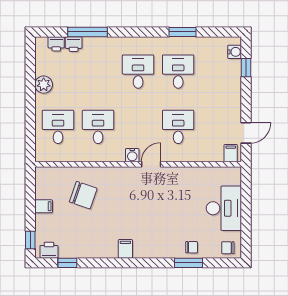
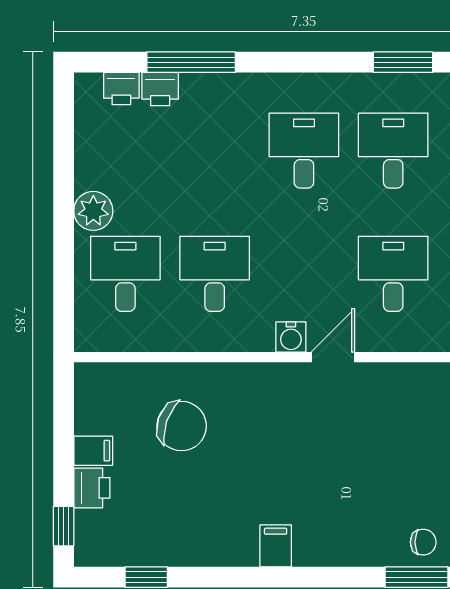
plant: (44, 85) -> (93, 211), moved
printer: (49, 250) -> (92, 488), moved, turned 90

